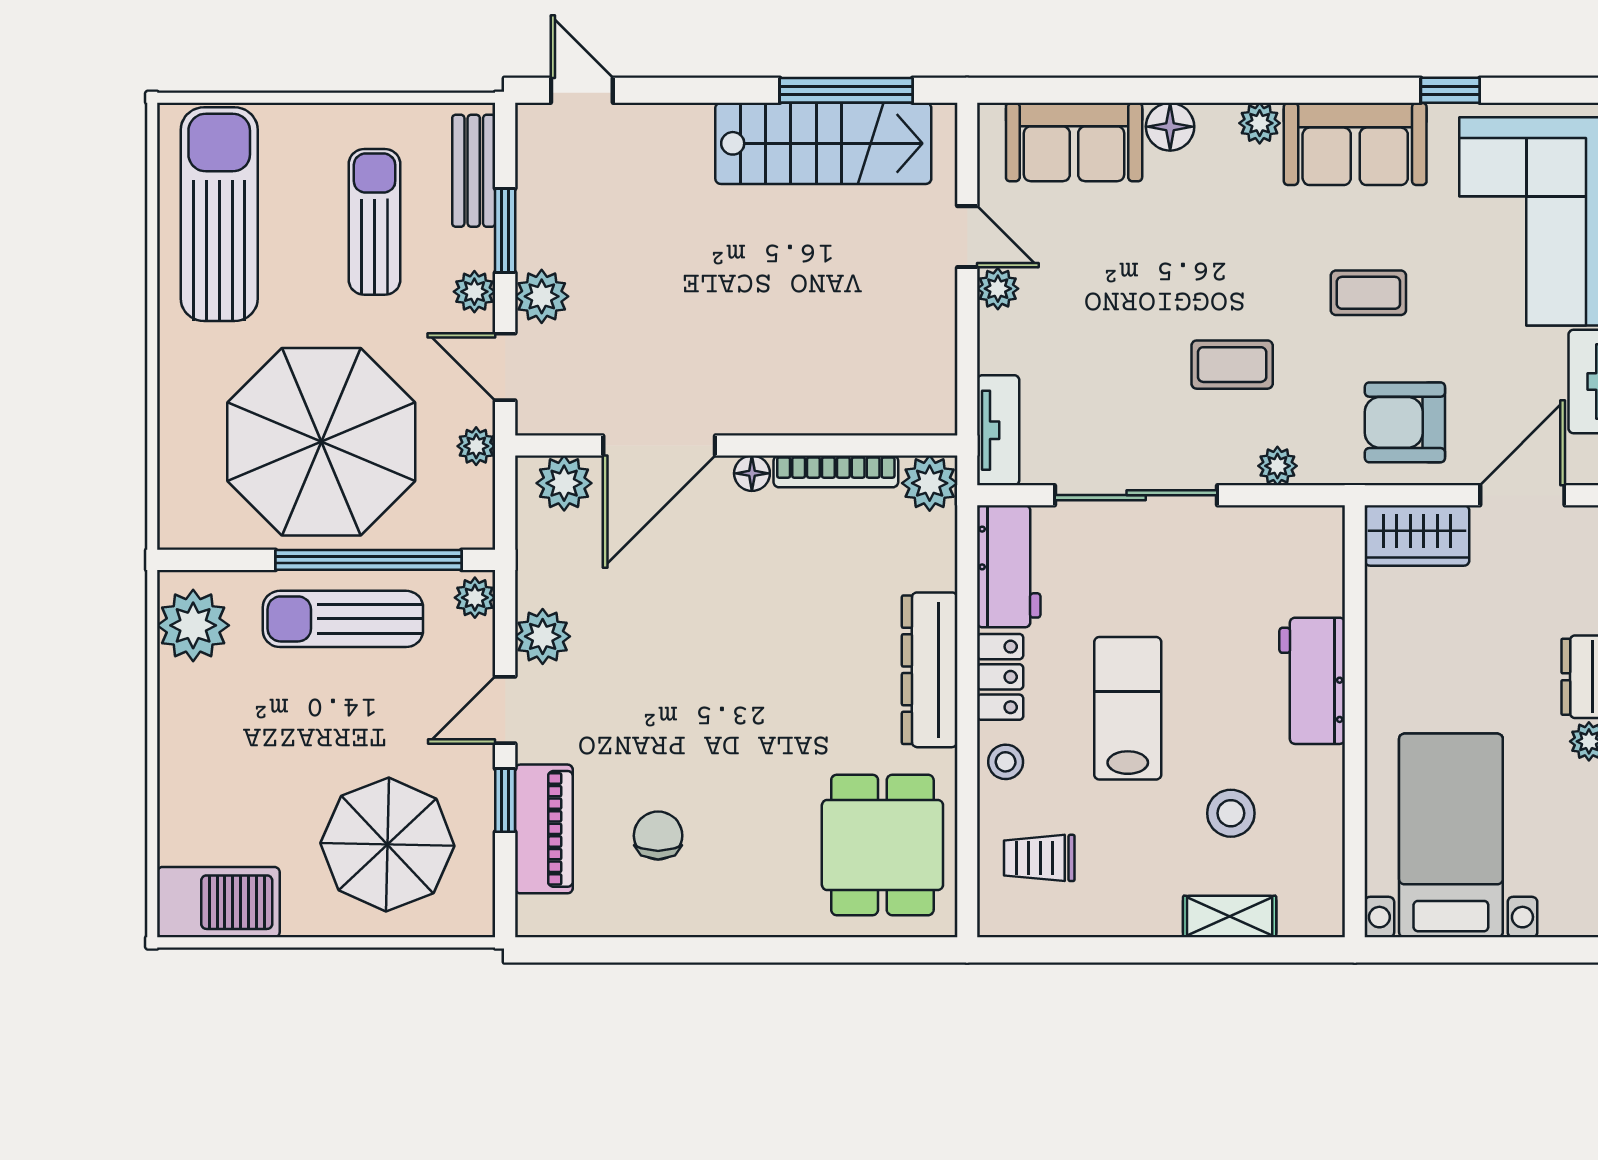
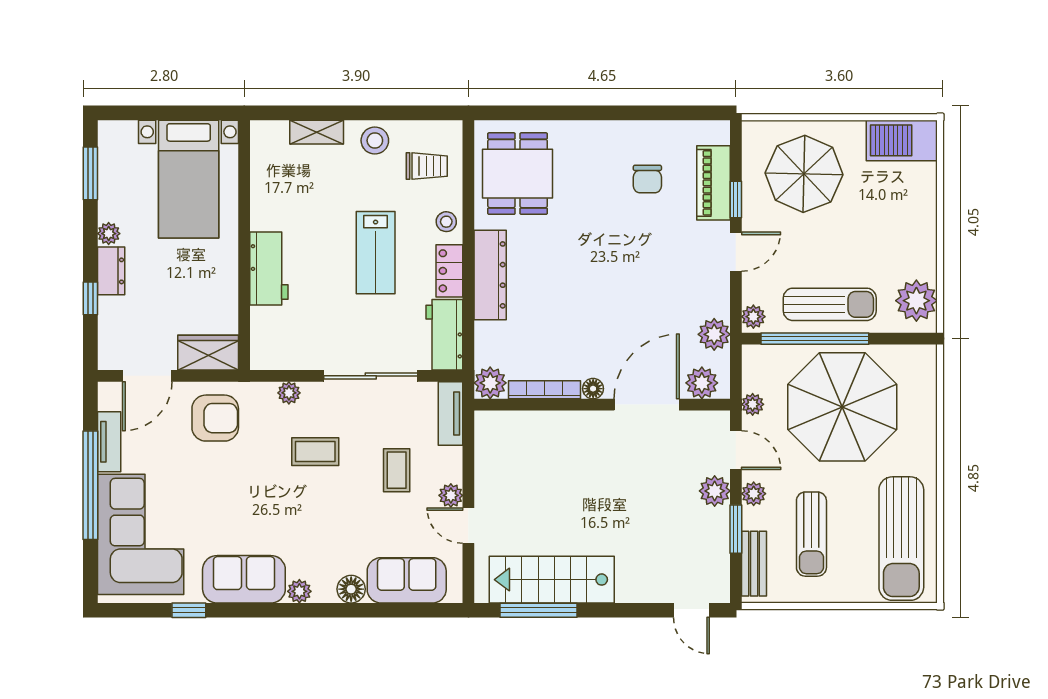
coffee table: (1368, 293) -> (397, 470), moved, turned 90
plant: (543, 636) -> (714, 334), moved
stool: (1231, 813) -> (375, 140), moved

